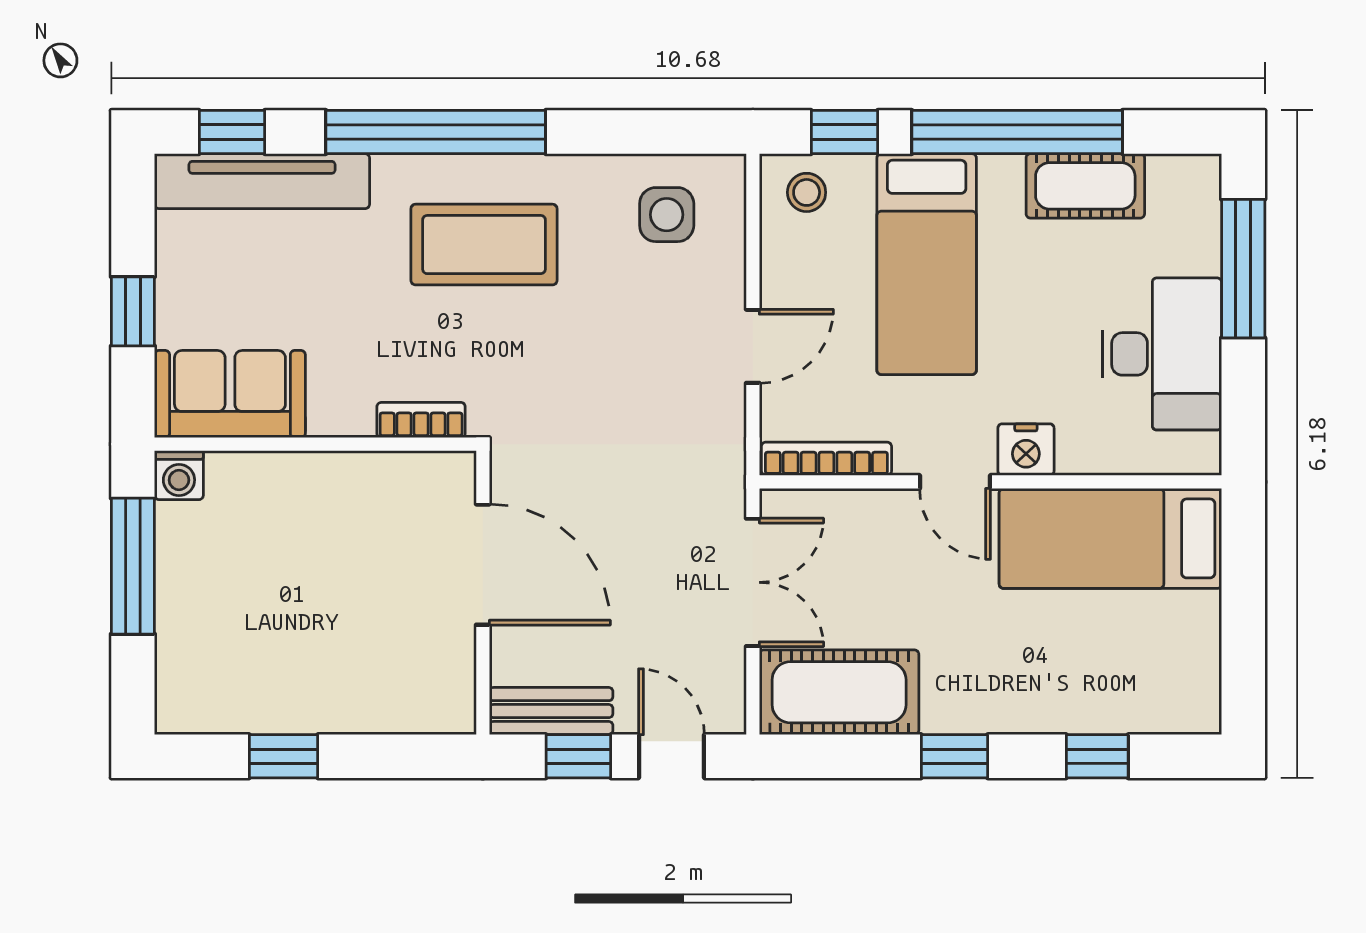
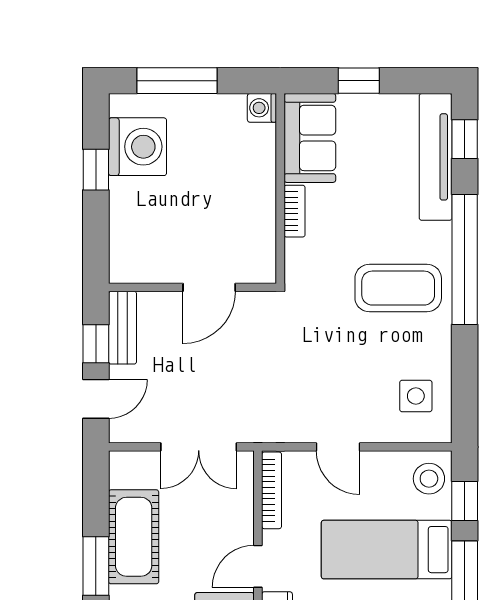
stool: (807, 192) -> (429, 479), width x1.37, depth x1.37
coffee table: (484, 245) -> (398, 288), turned 90
bookcase: (421, 420) -> (294, 211), moved
door: (483, 565) -> (209, 287), width x0.73
window: (133, 566) -> (177, 81), moved
washing machine: (245, 686) -> (138, 147), added
cot: (839, 692) -> (134, 537), moved
window: (954, 756) -> (96, 566), width x1.50

